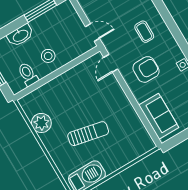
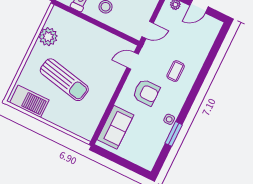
door: (92, 32) -> (148, 30), hinge flipped
sun lounger: (88, 134) -> (64, 80), width x1.36, depth x1.34

